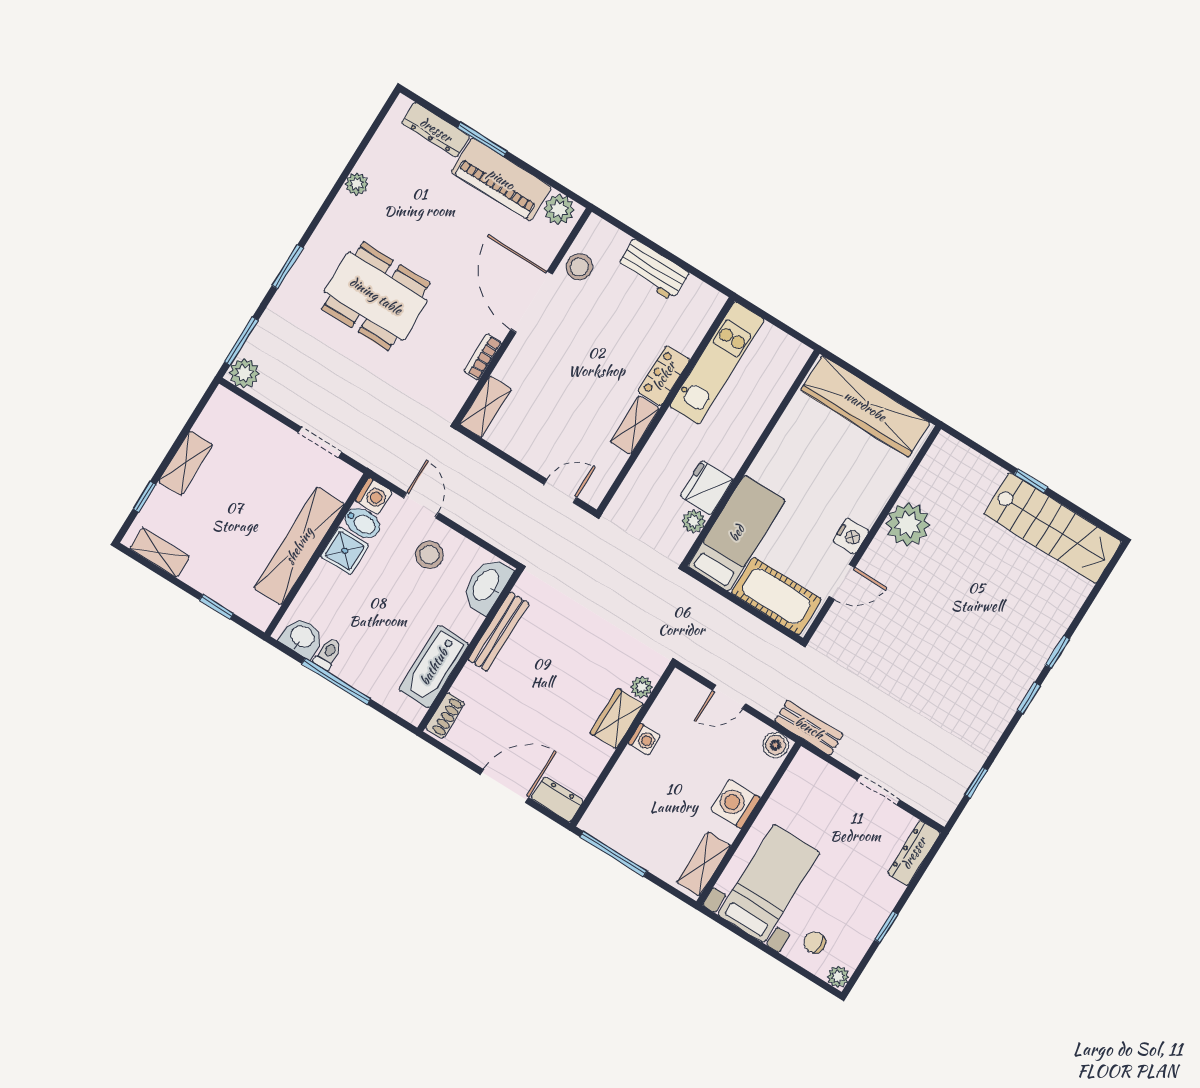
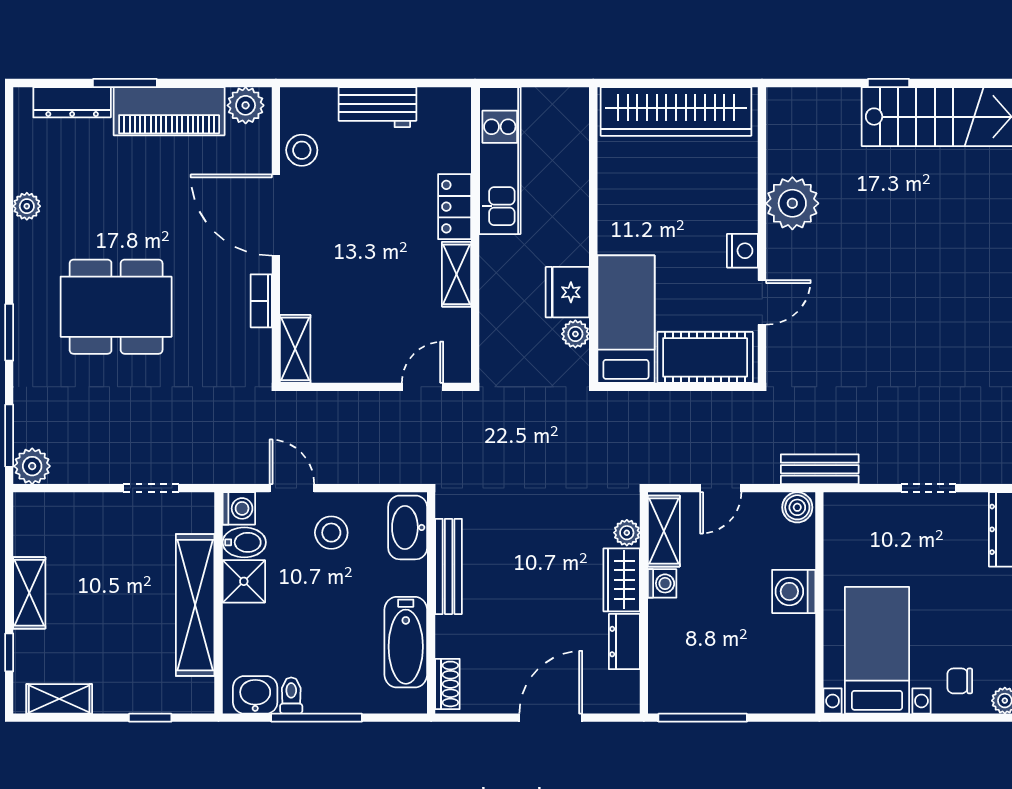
dresser: (557, 799) -> (624, 642), moved, turned -90
shelving: (704, 864) -> (664, 531), moved

